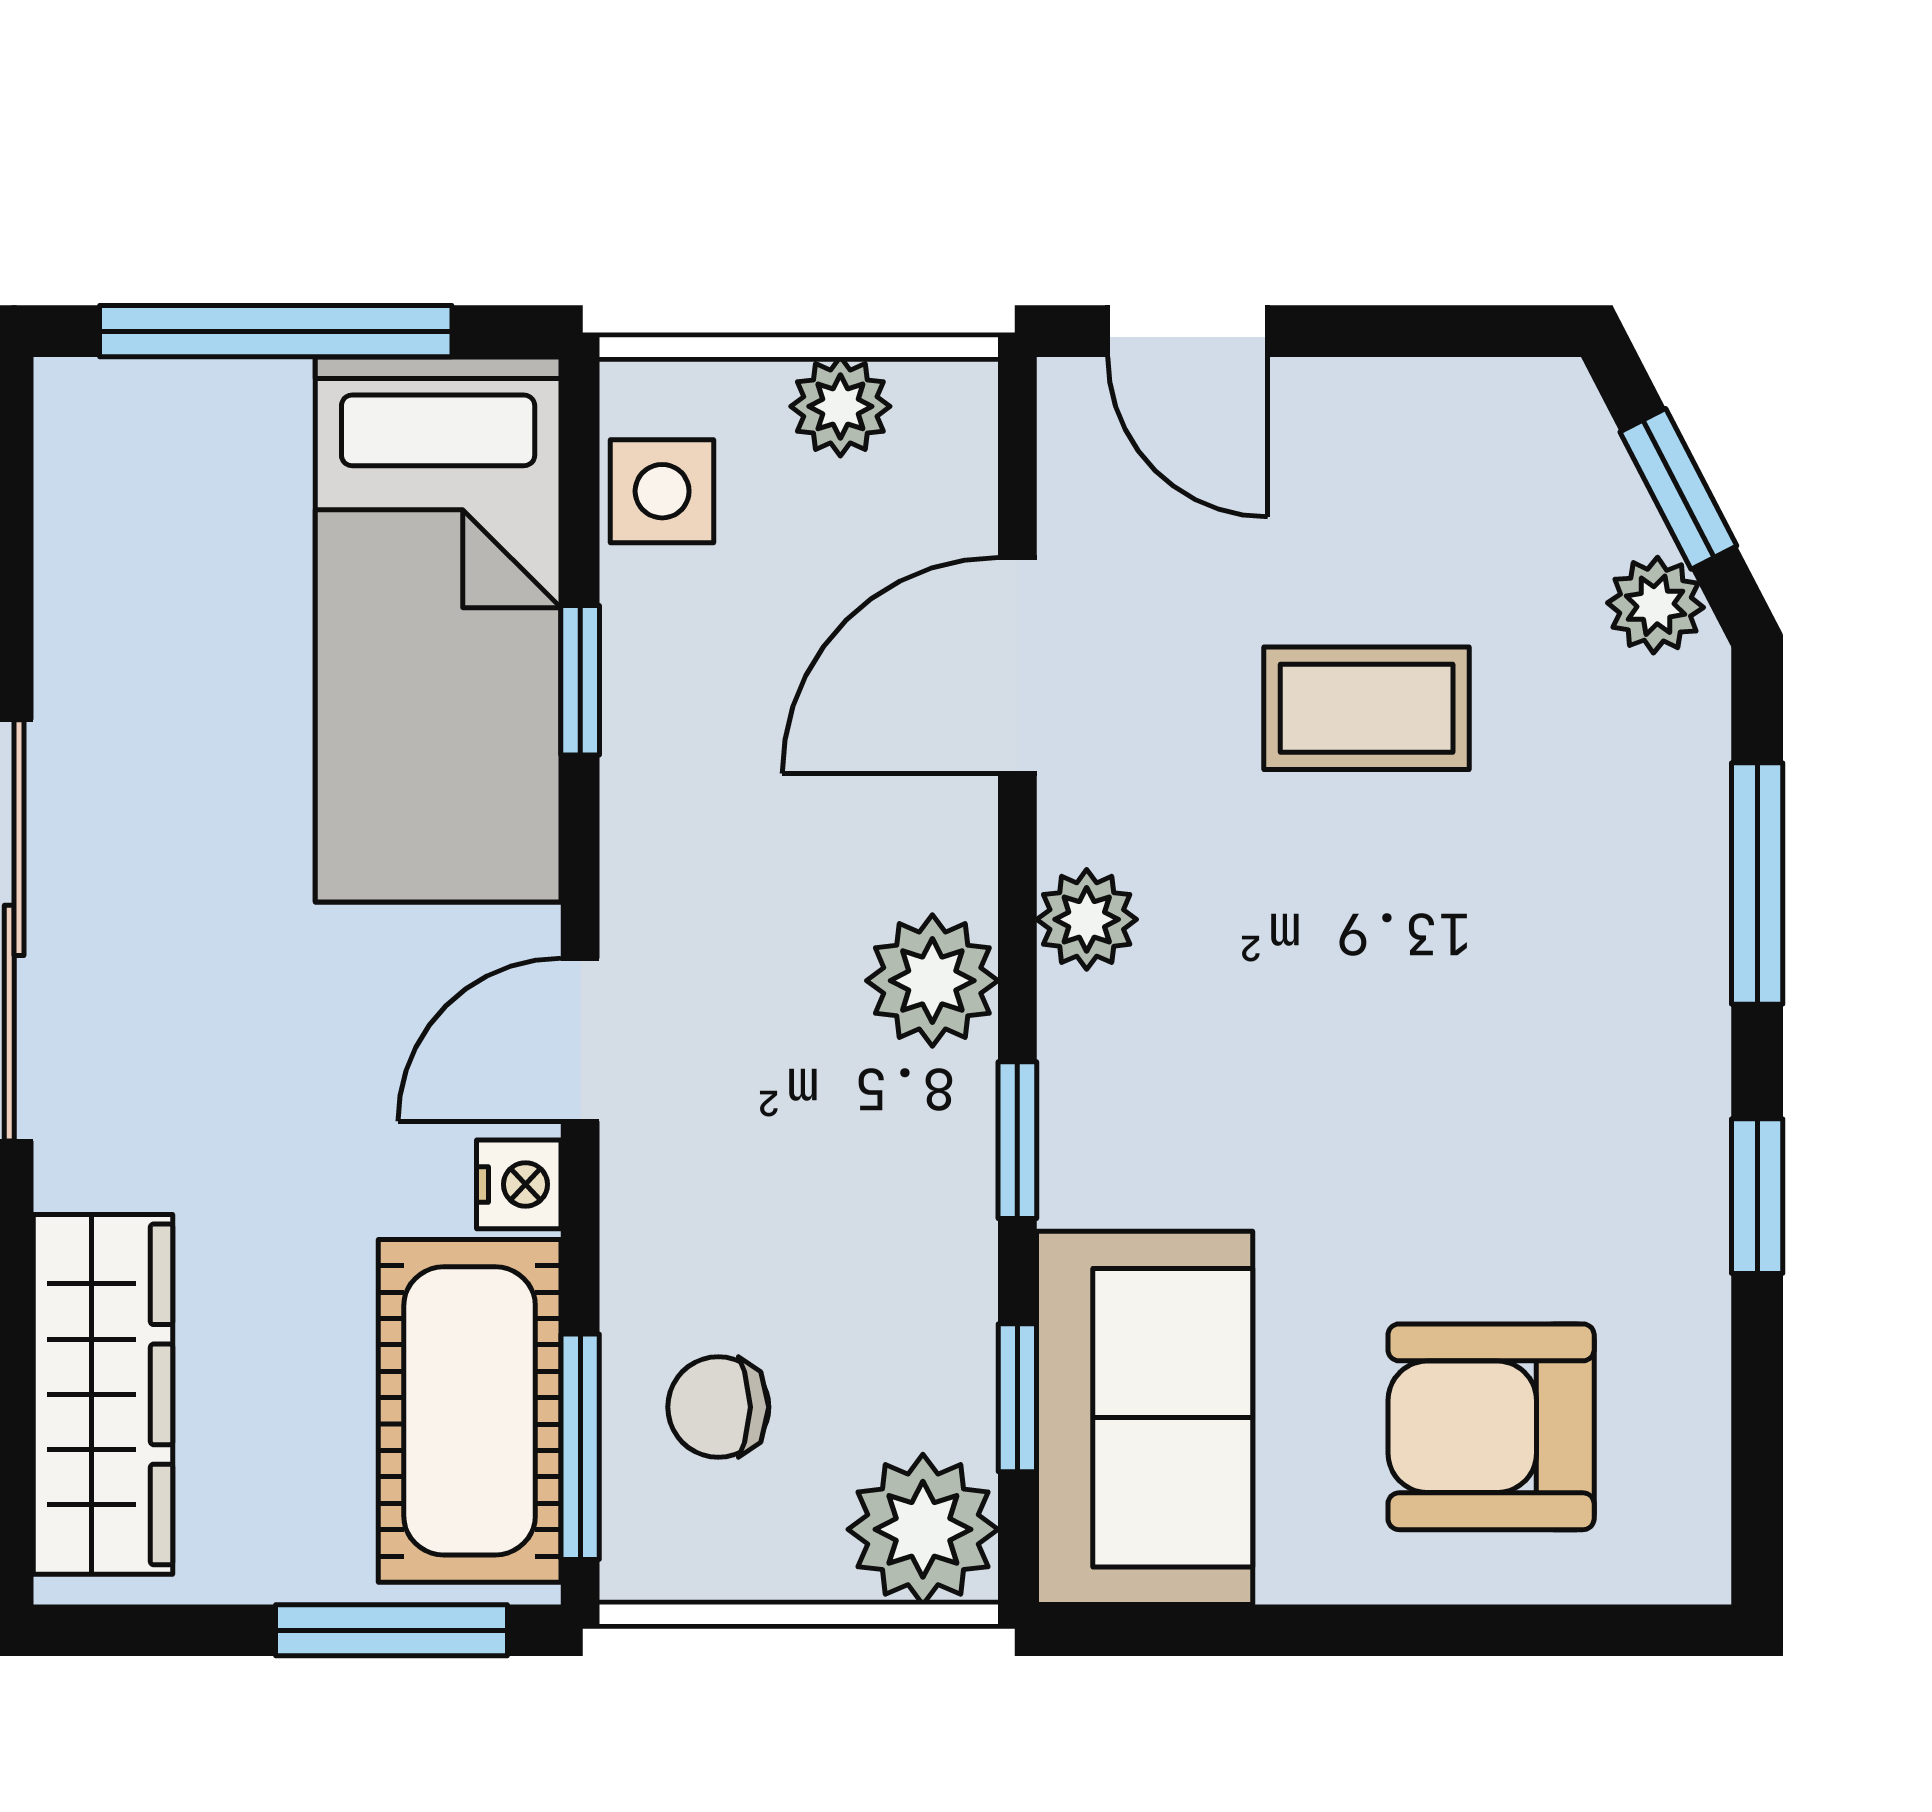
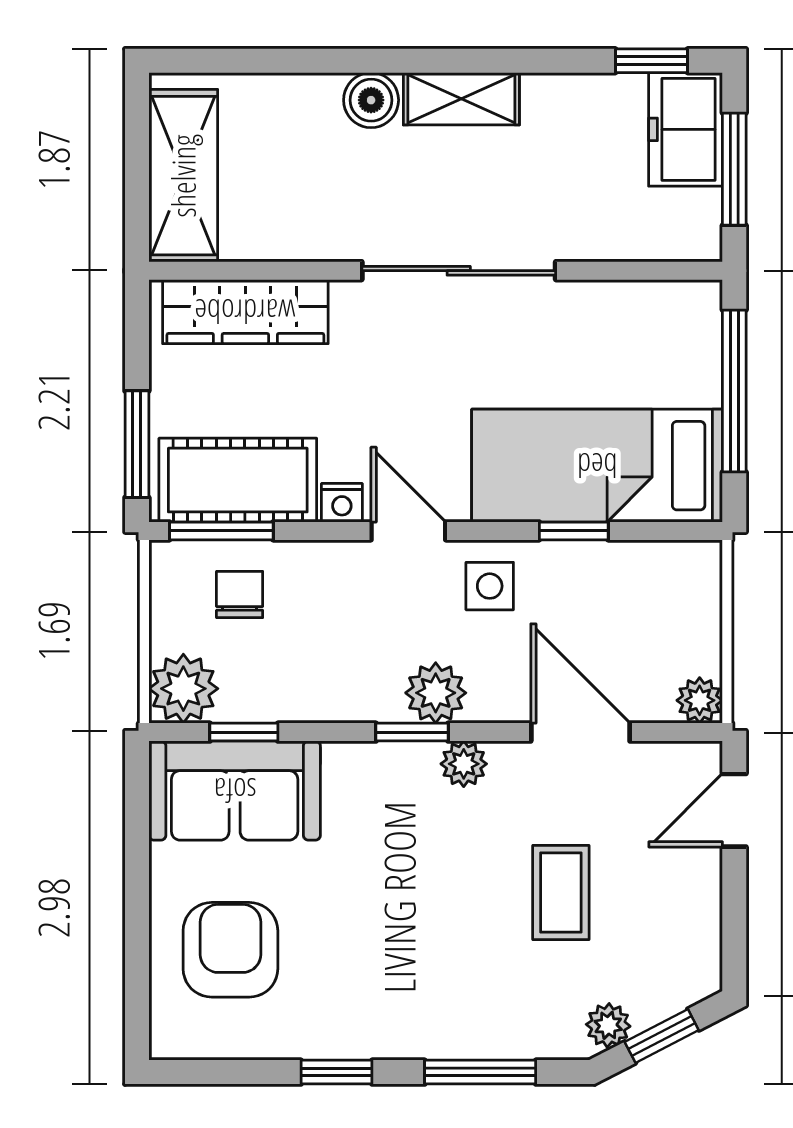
plant: (840, 406) -> (700, 700), moved
side table: (662, 491) -> (490, 586), moved
window: (1017, 1140) -> (412, 732), moved

